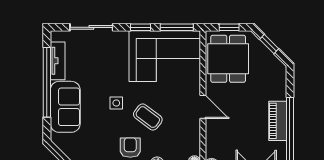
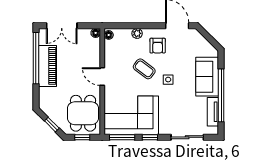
piano: (278, 121) -> (48, 66), width x1.37, depth x1.33

